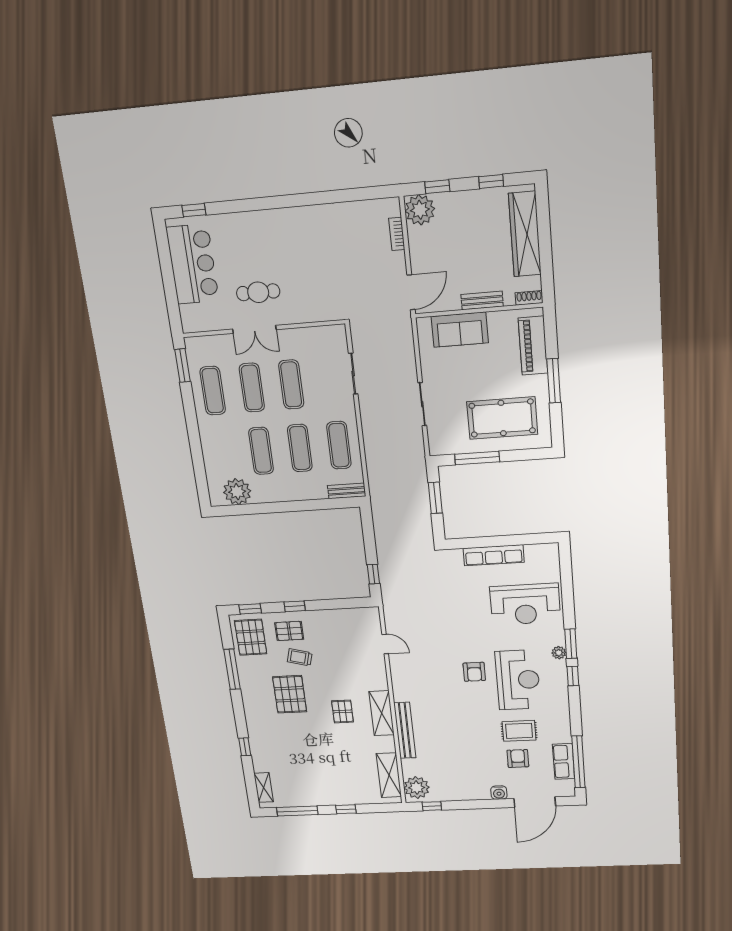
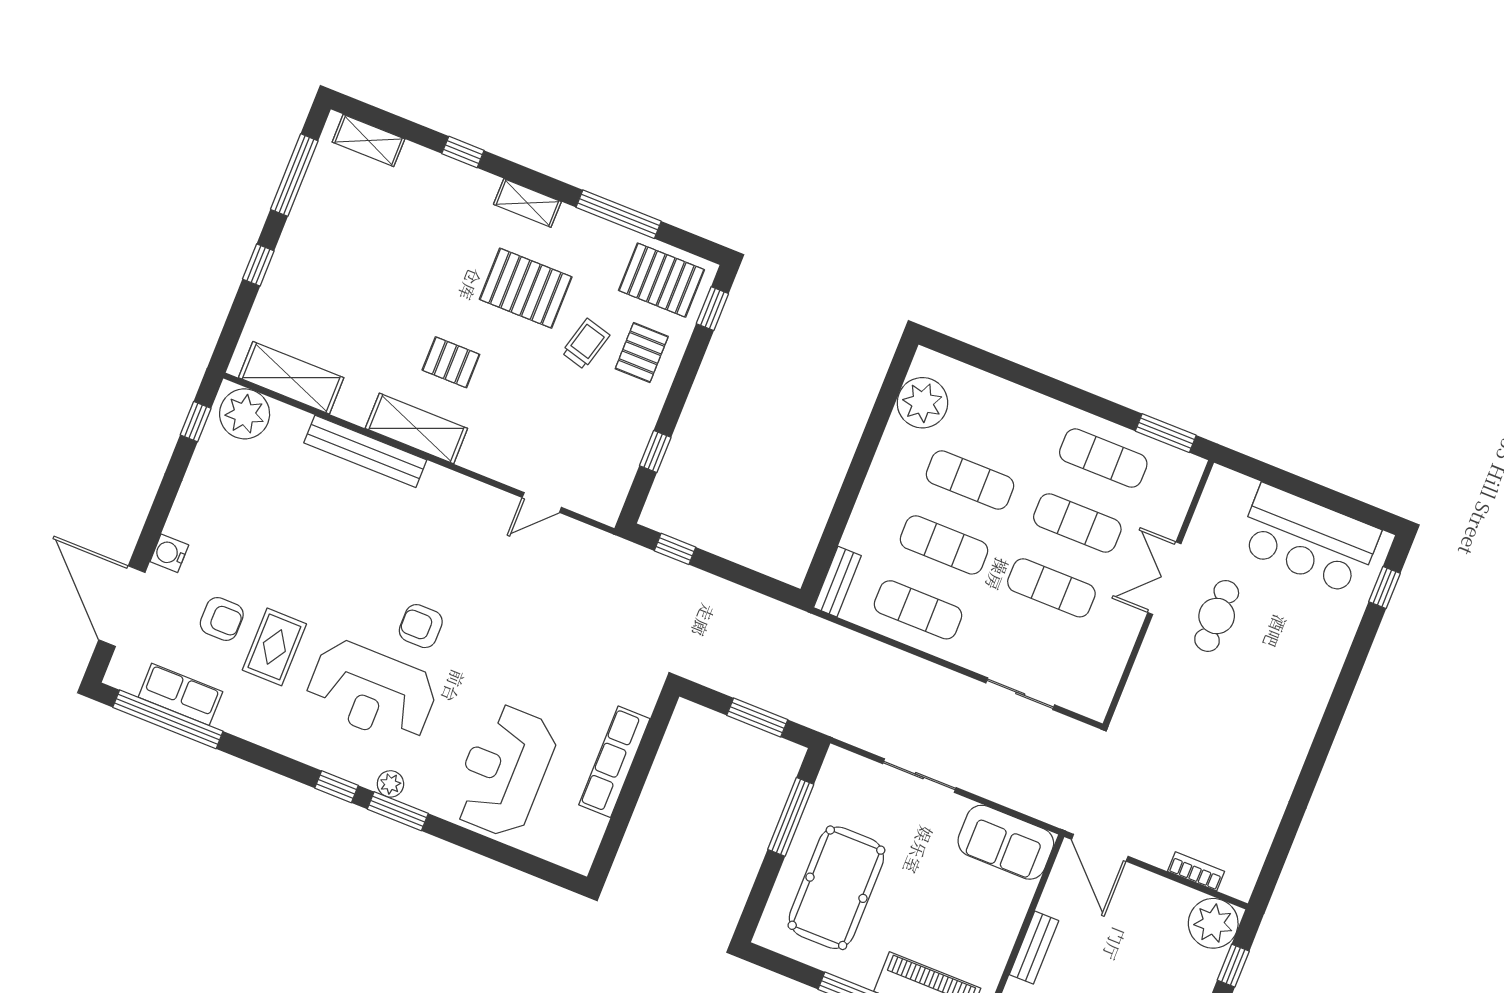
sofa: (460, 330) -> (1006, 842), moved, turned -90
window: (295, 606) -> (655, 452), moved
shelving: (251, 710) -> (527, 203), added

